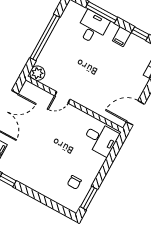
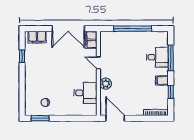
plant: (37, 73) -> (106, 84), moved
filing cabinet: (32, 92) -> (91, 40), added
desk: (101, 139) -> (85, 93), moved, turned -90

